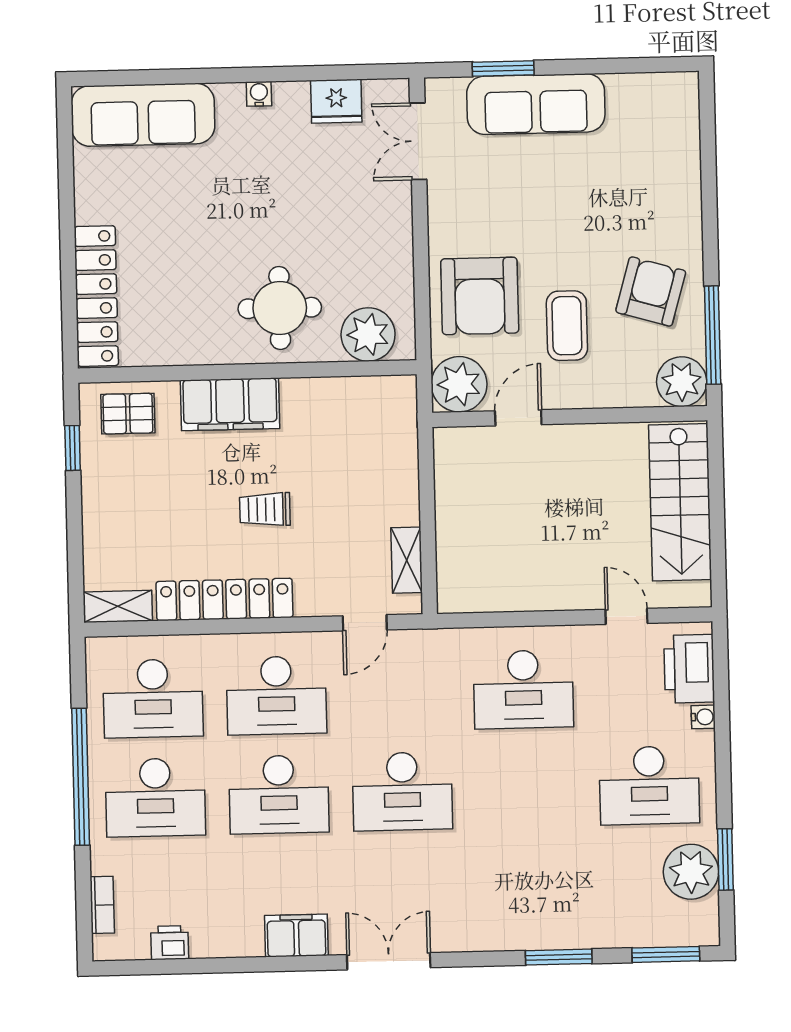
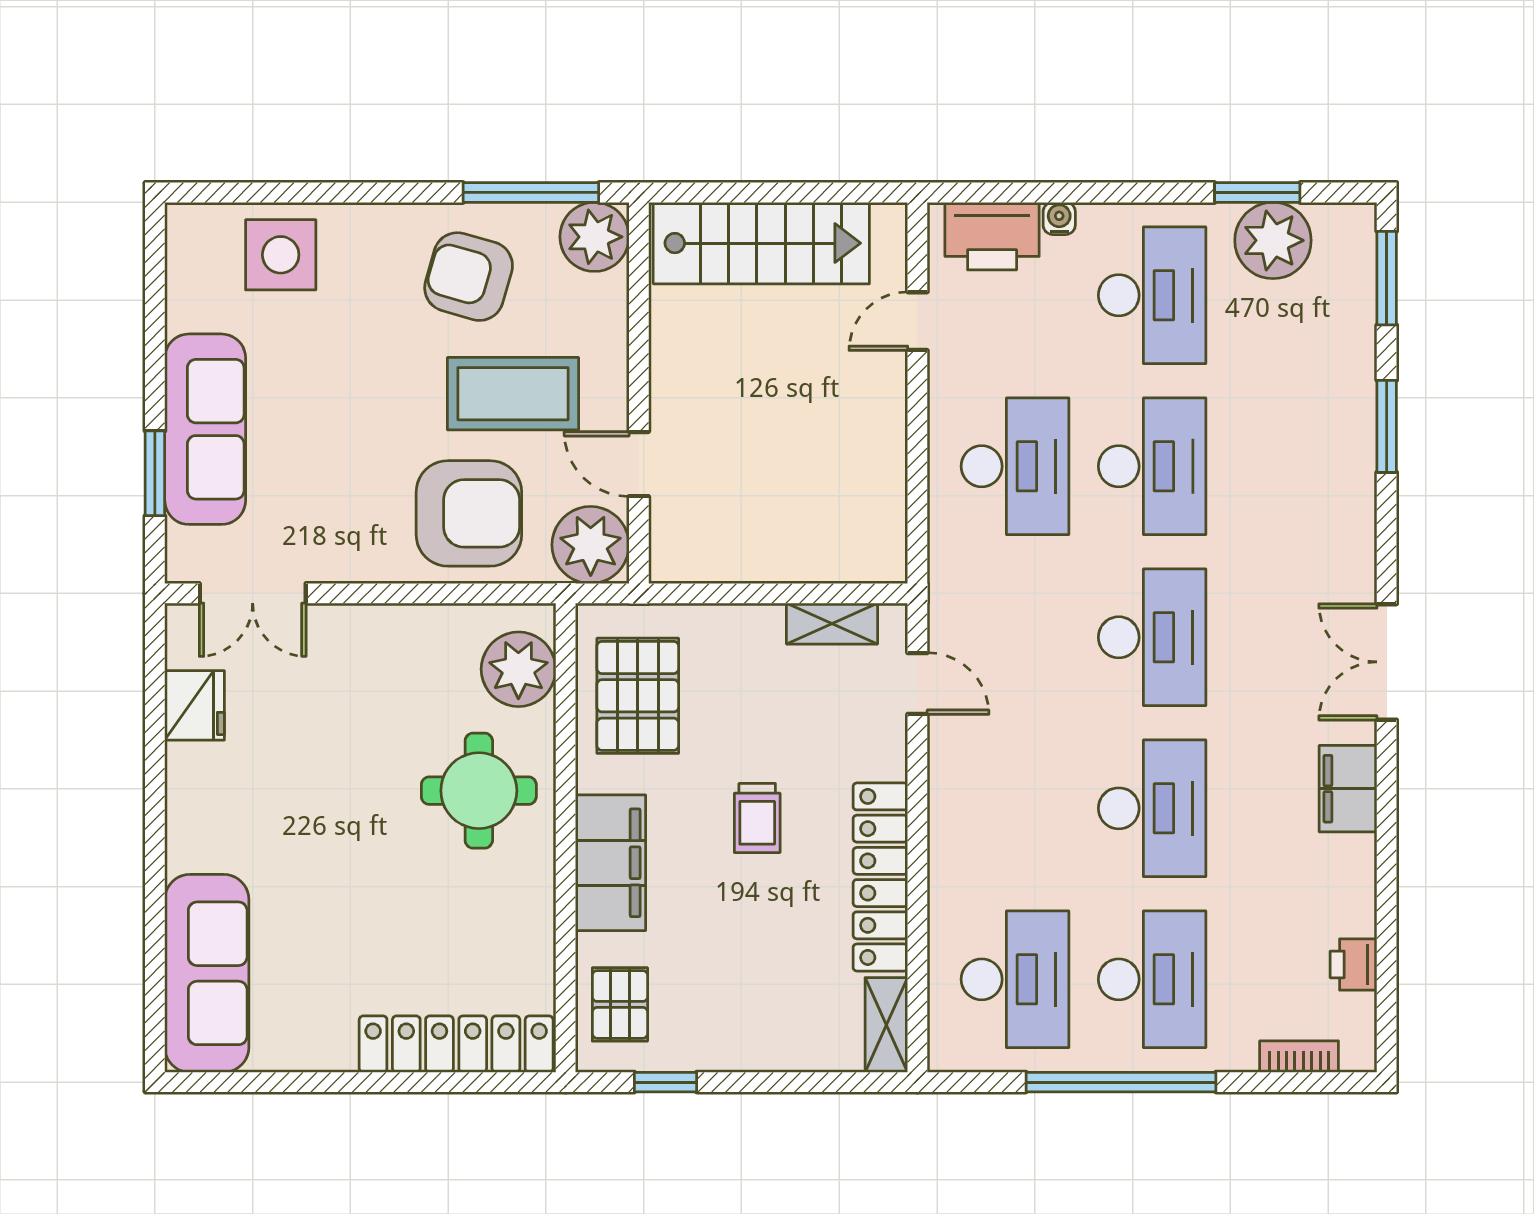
water cooler: (259, 94) -> (182, 812), removed
side table: (663, 155) -> (281, 255), added
coffee table: (567, 326) -> (513, 394), width x1.36, depth x1.32
pallet: (351, 421) -> (638, 696), added
desk: (276, 695) -> (1152, 466), moved

